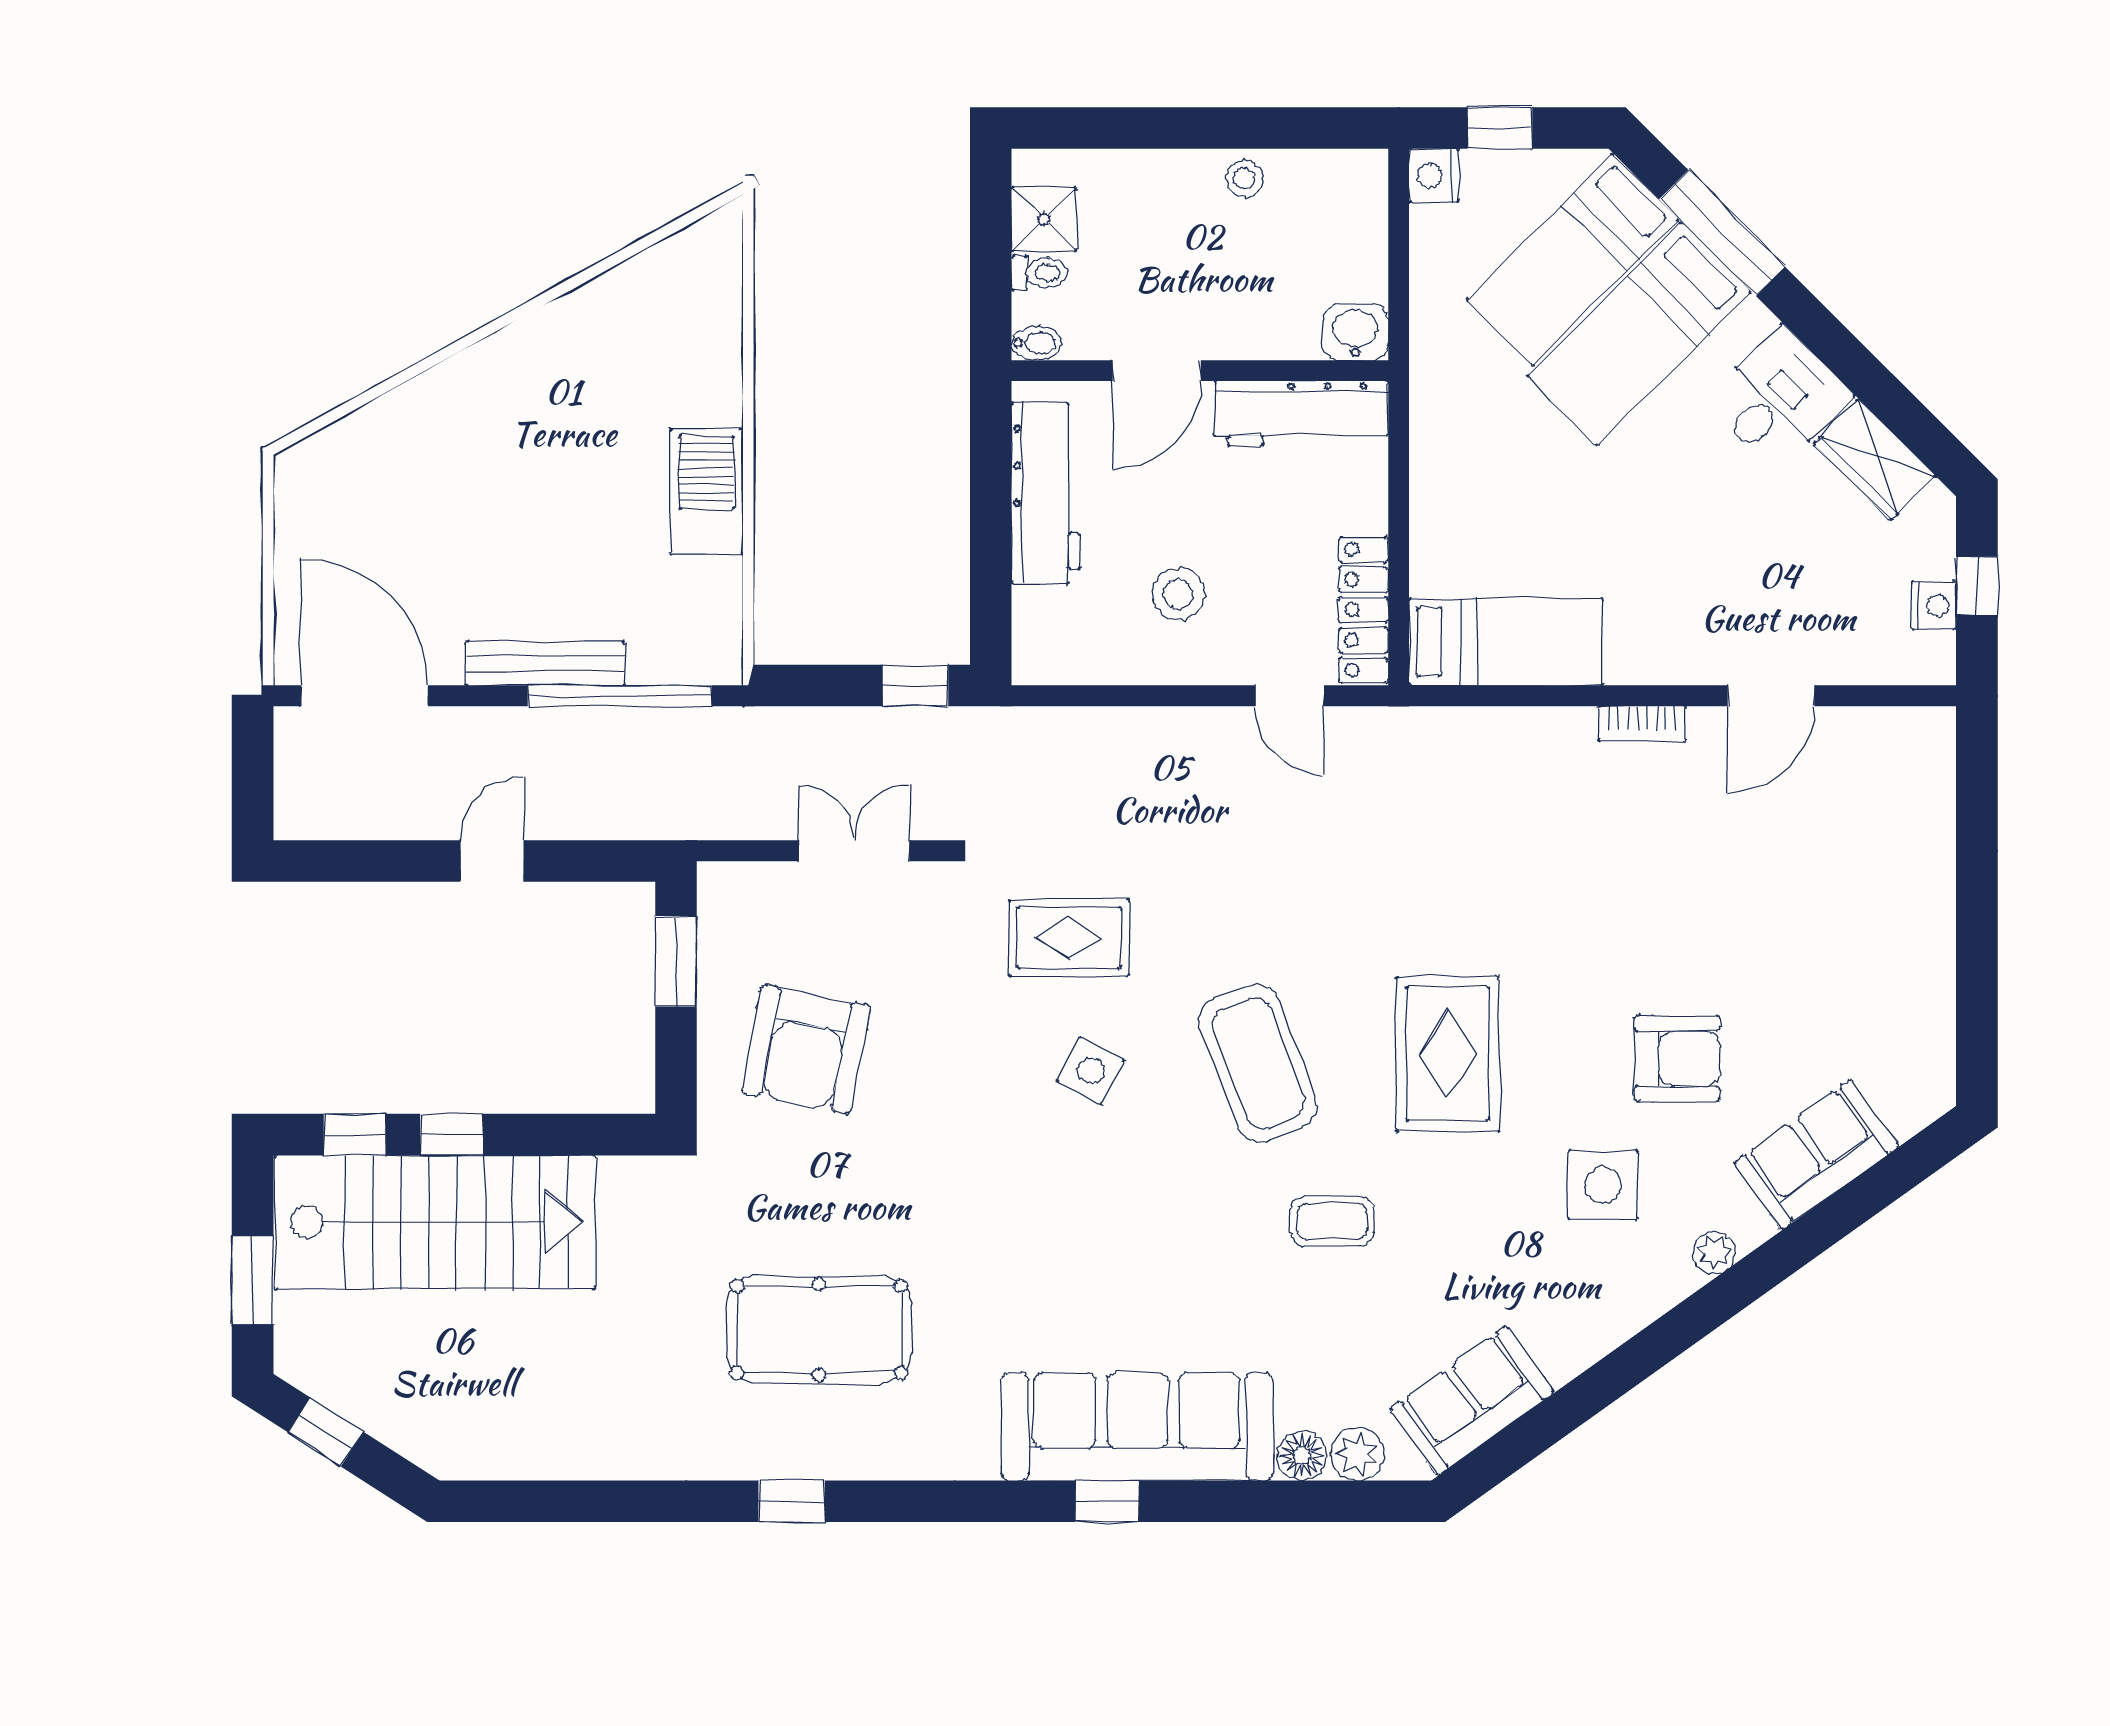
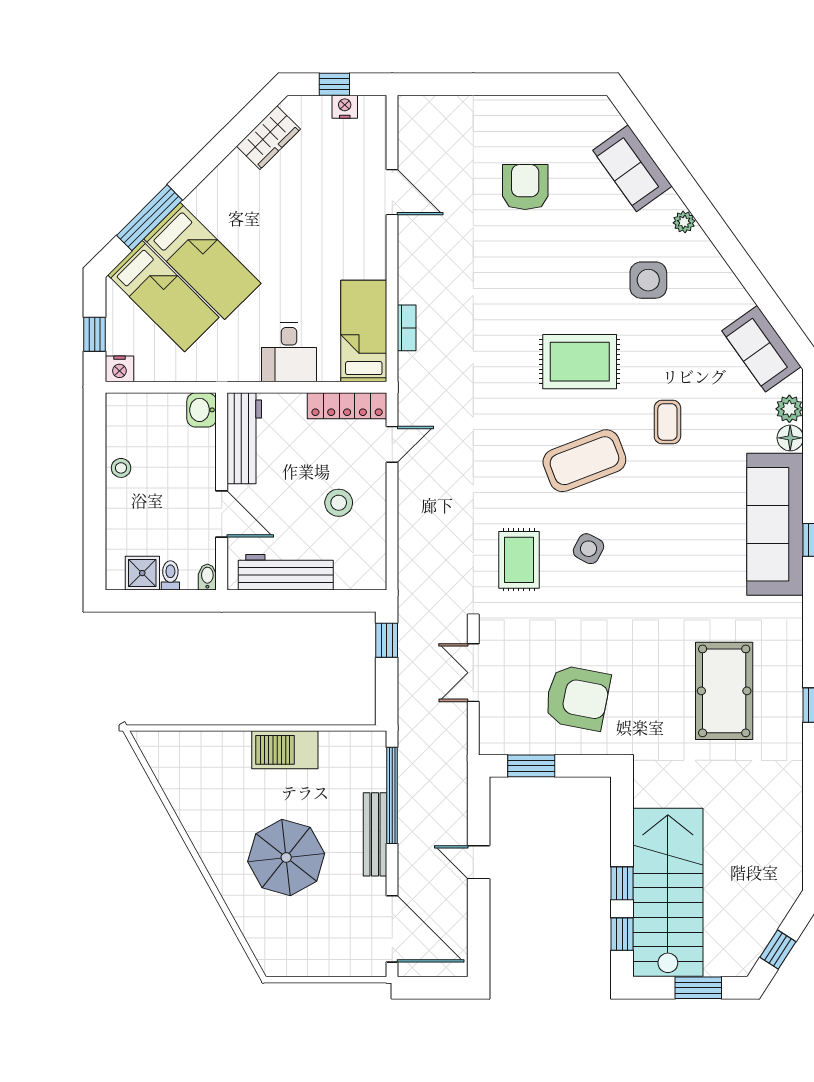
desk: (1779, 399) -> (289, 352), moved, turned -135
parasol: (501, 494) -> (286, 857), added
door: (365, 696) -> (392, 929), swing flipped
bookcase: (1642, 724) -> (407, 328), moved
armchair: (1677, 1059) -> (525, 187), moved

